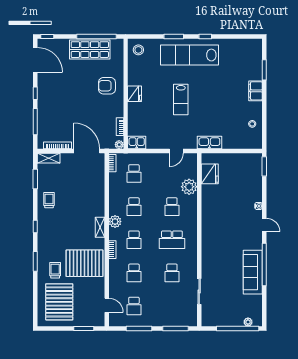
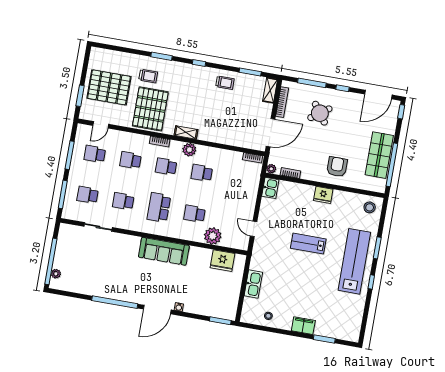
round table: (61, 110) -> (320, 113), added
kitchen sink: (209, 142) -> (253, 284), moved
school desk: (134, 174) -> (88, 195), moved
door: (264, 225) -> (157, 310), width x1.88
sofa: (253, 272) -> (164, 251), moved, turned 180
pallet: (59, 302) -> (109, 87), moved

